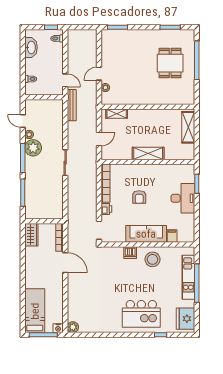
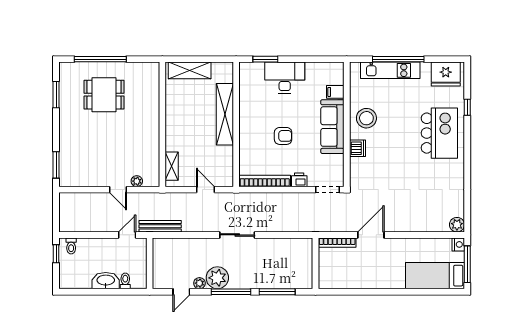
washbasin: (31, 47) -> (106, 281), moved
shelving: (148, 153) -> (225, 114), width x1.47
wardrobe: (31, 235) -> (333, 280), removed

